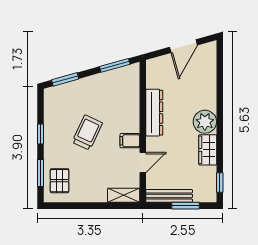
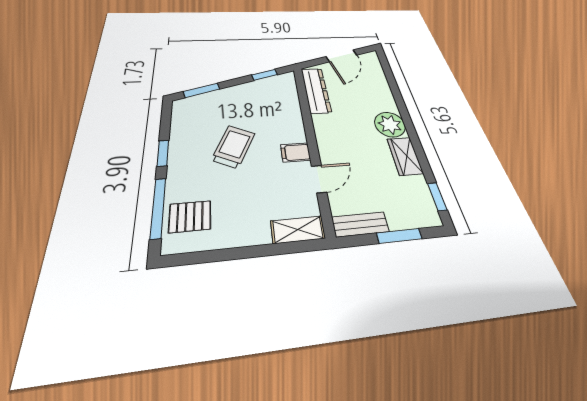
window: (115, 65) -> (265, 75), width x0.67
dresser: (154, 113) -> (316, 90), moved
window: (40, 173) -> (158, 208), width x1.44
pallet: (60, 181) -> (190, 217), turned 90
bench: (169, 196) -> (360, 224), width x0.73

